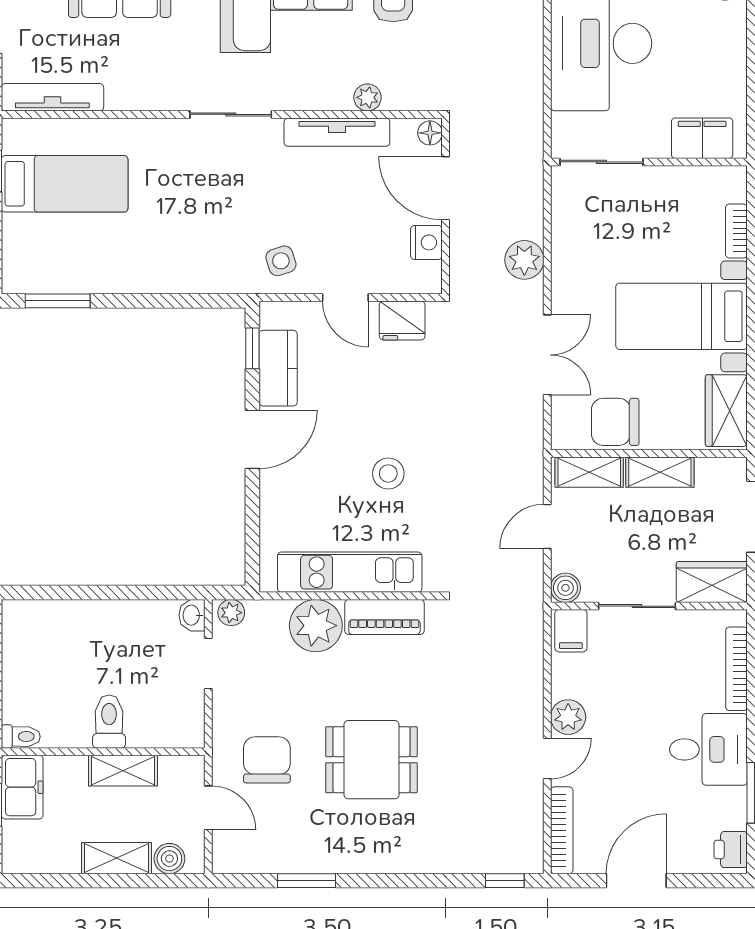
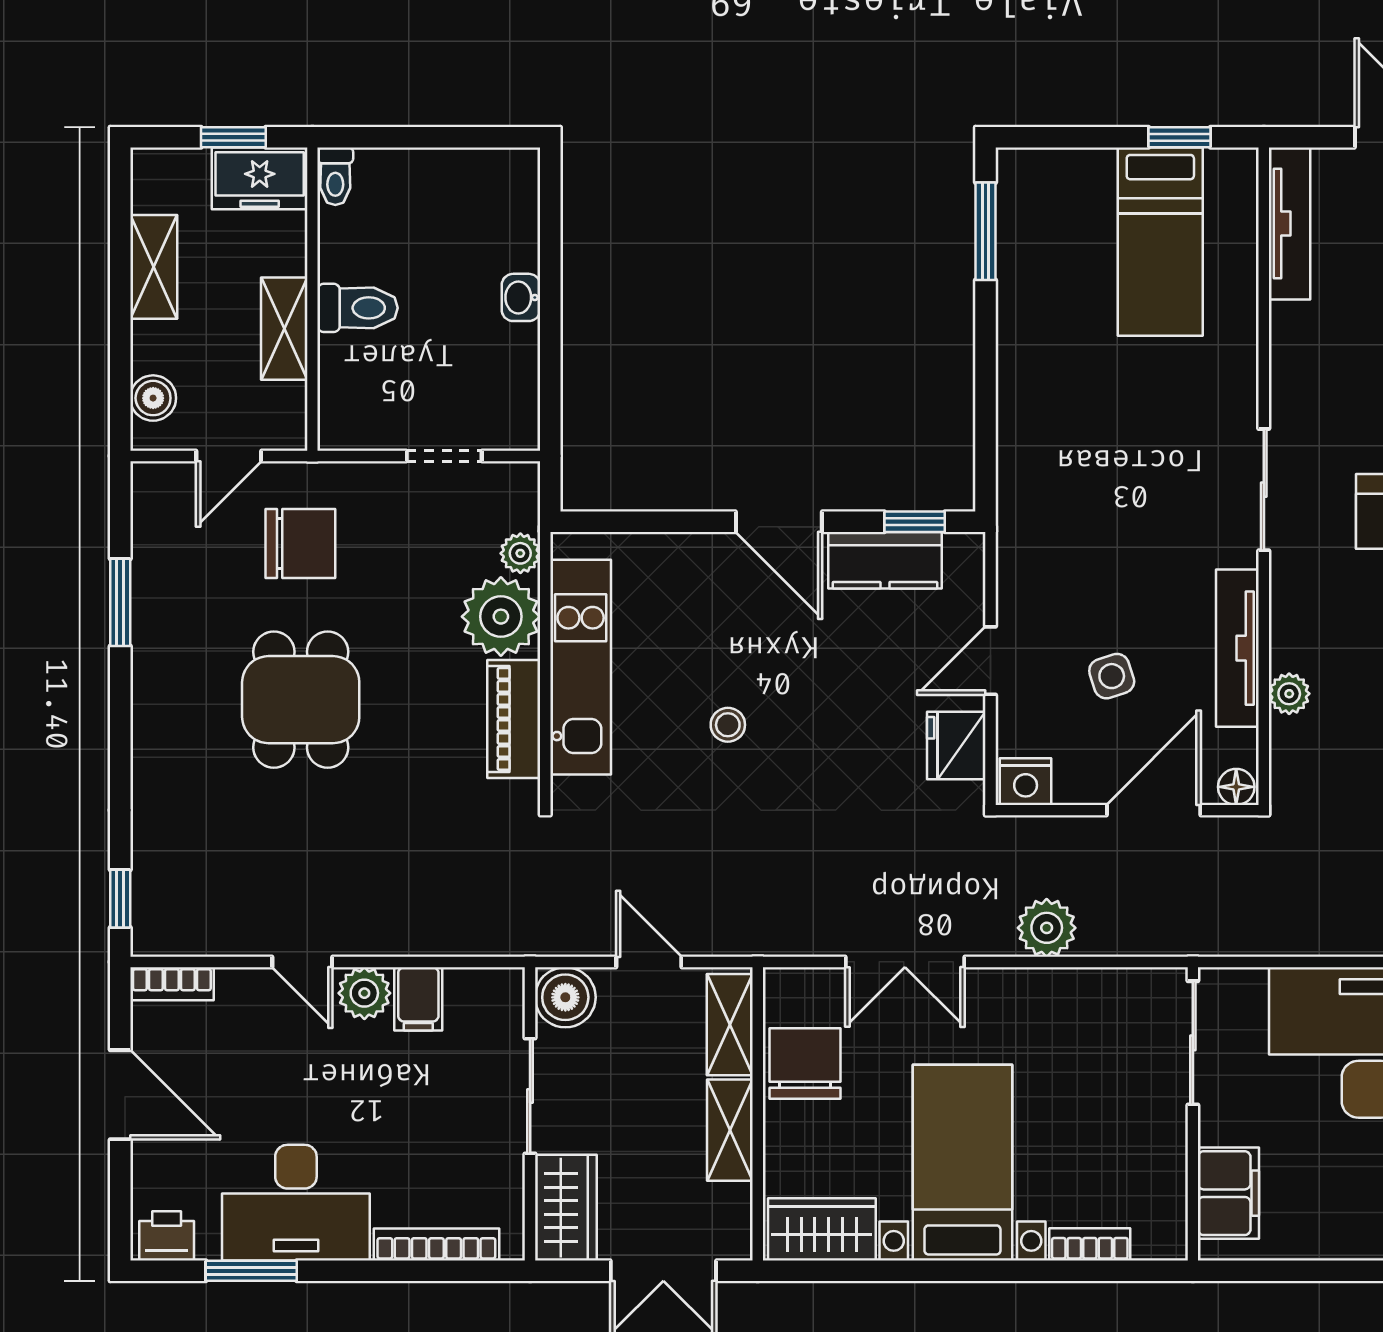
nightstand: (426, 242) -> (1026, 782), moved
side table: (281, 261) -> (1112, 676), moved
stool: (388, 474) -> (728, 725), width x0.73, depth x0.73
boiler: (565, 588) -> (565, 997), width x1.36, depth x1.36
plant: (231, 613) -> (520, 553), moved
washbasin: (192, 615) -> (521, 297), moved, turned -90
filing cabinet: (571, 631) -> (418, 999), moved, turned -90
desk: (708, 749) -> (296, 1203), width x1.37
bookcase: (562, 830) -> (172, 984), width x0.64
shelving: (117, 858) -> (154, 267), moved

